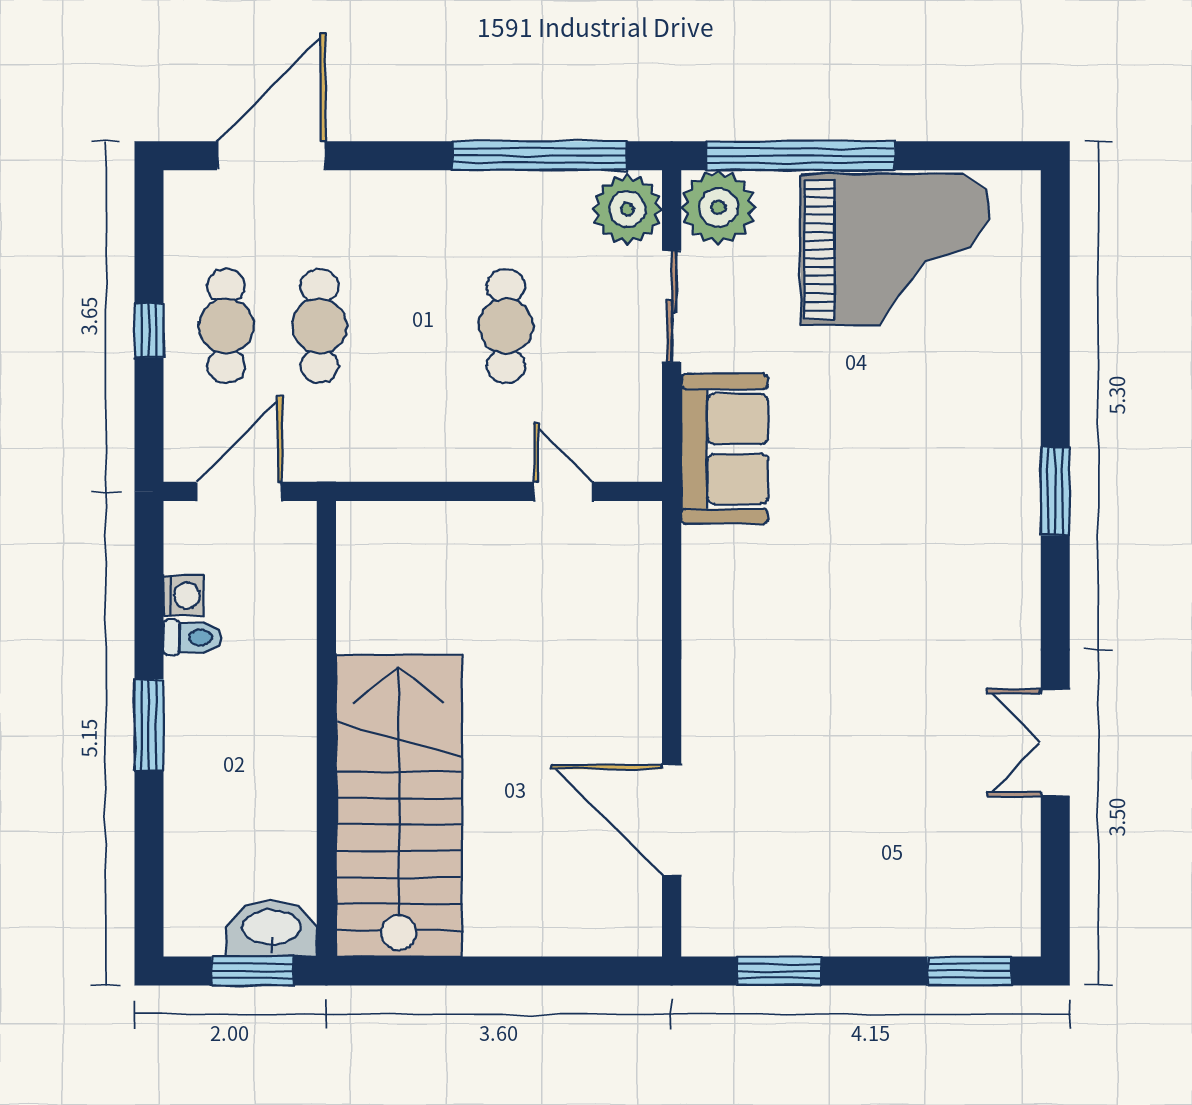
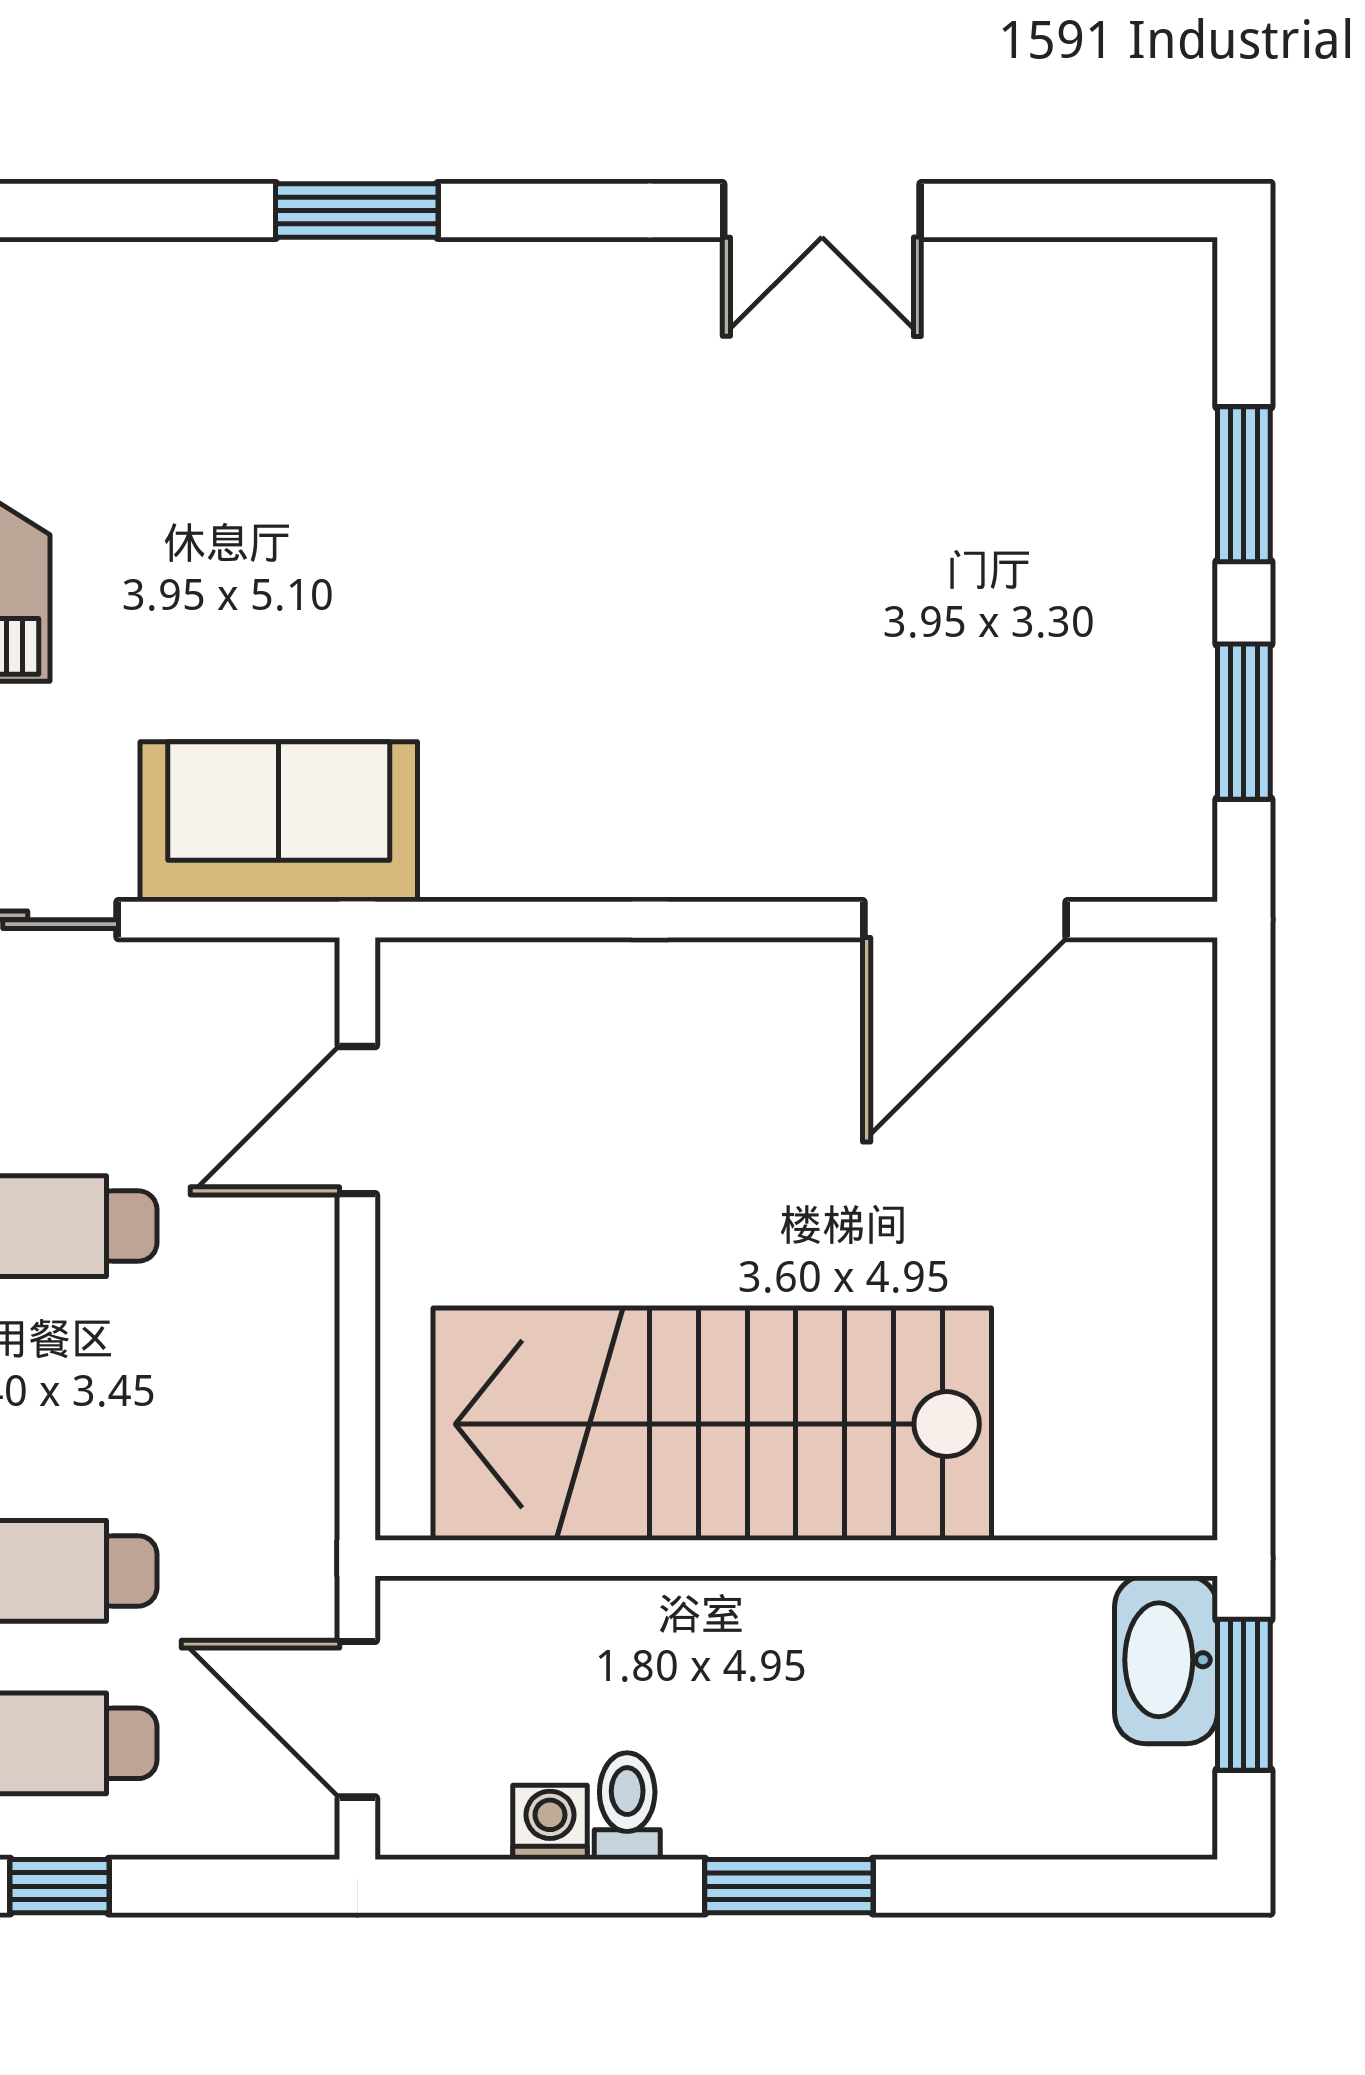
door: (563, 491) -> (357, 1120), width x1.38
stairs: (399, 806) -> (712, 1424), moved
window: (969, 971) -> (1244, 484), moved

